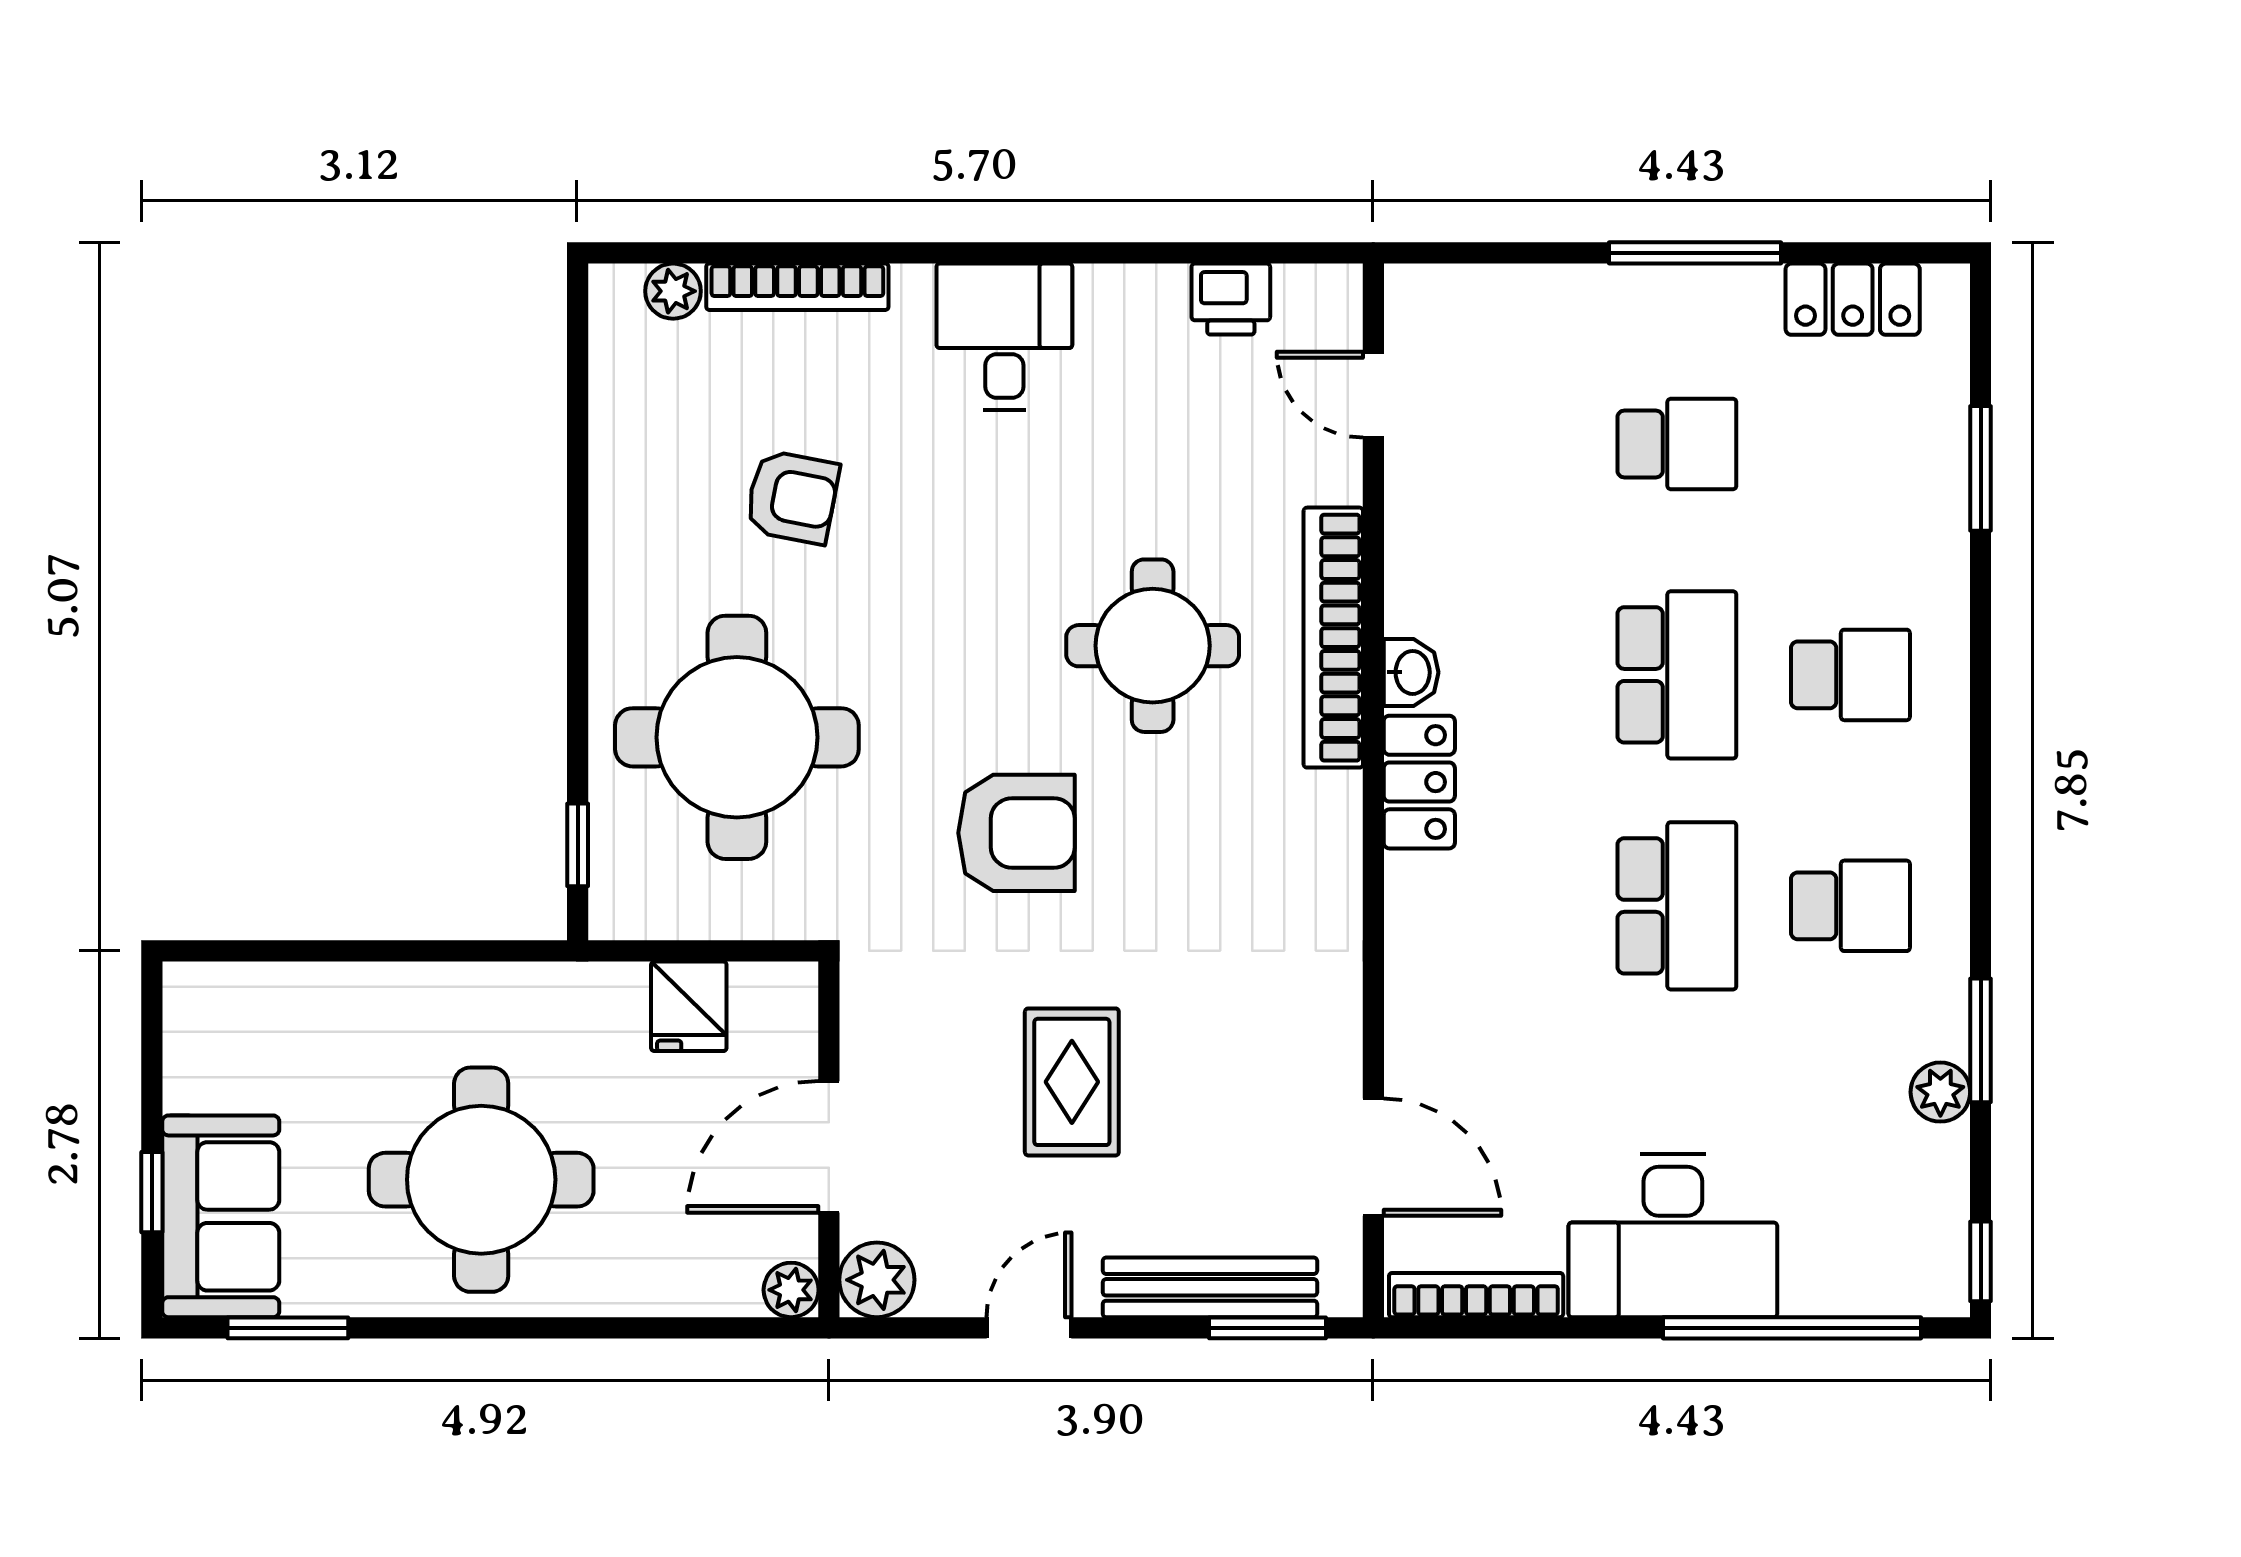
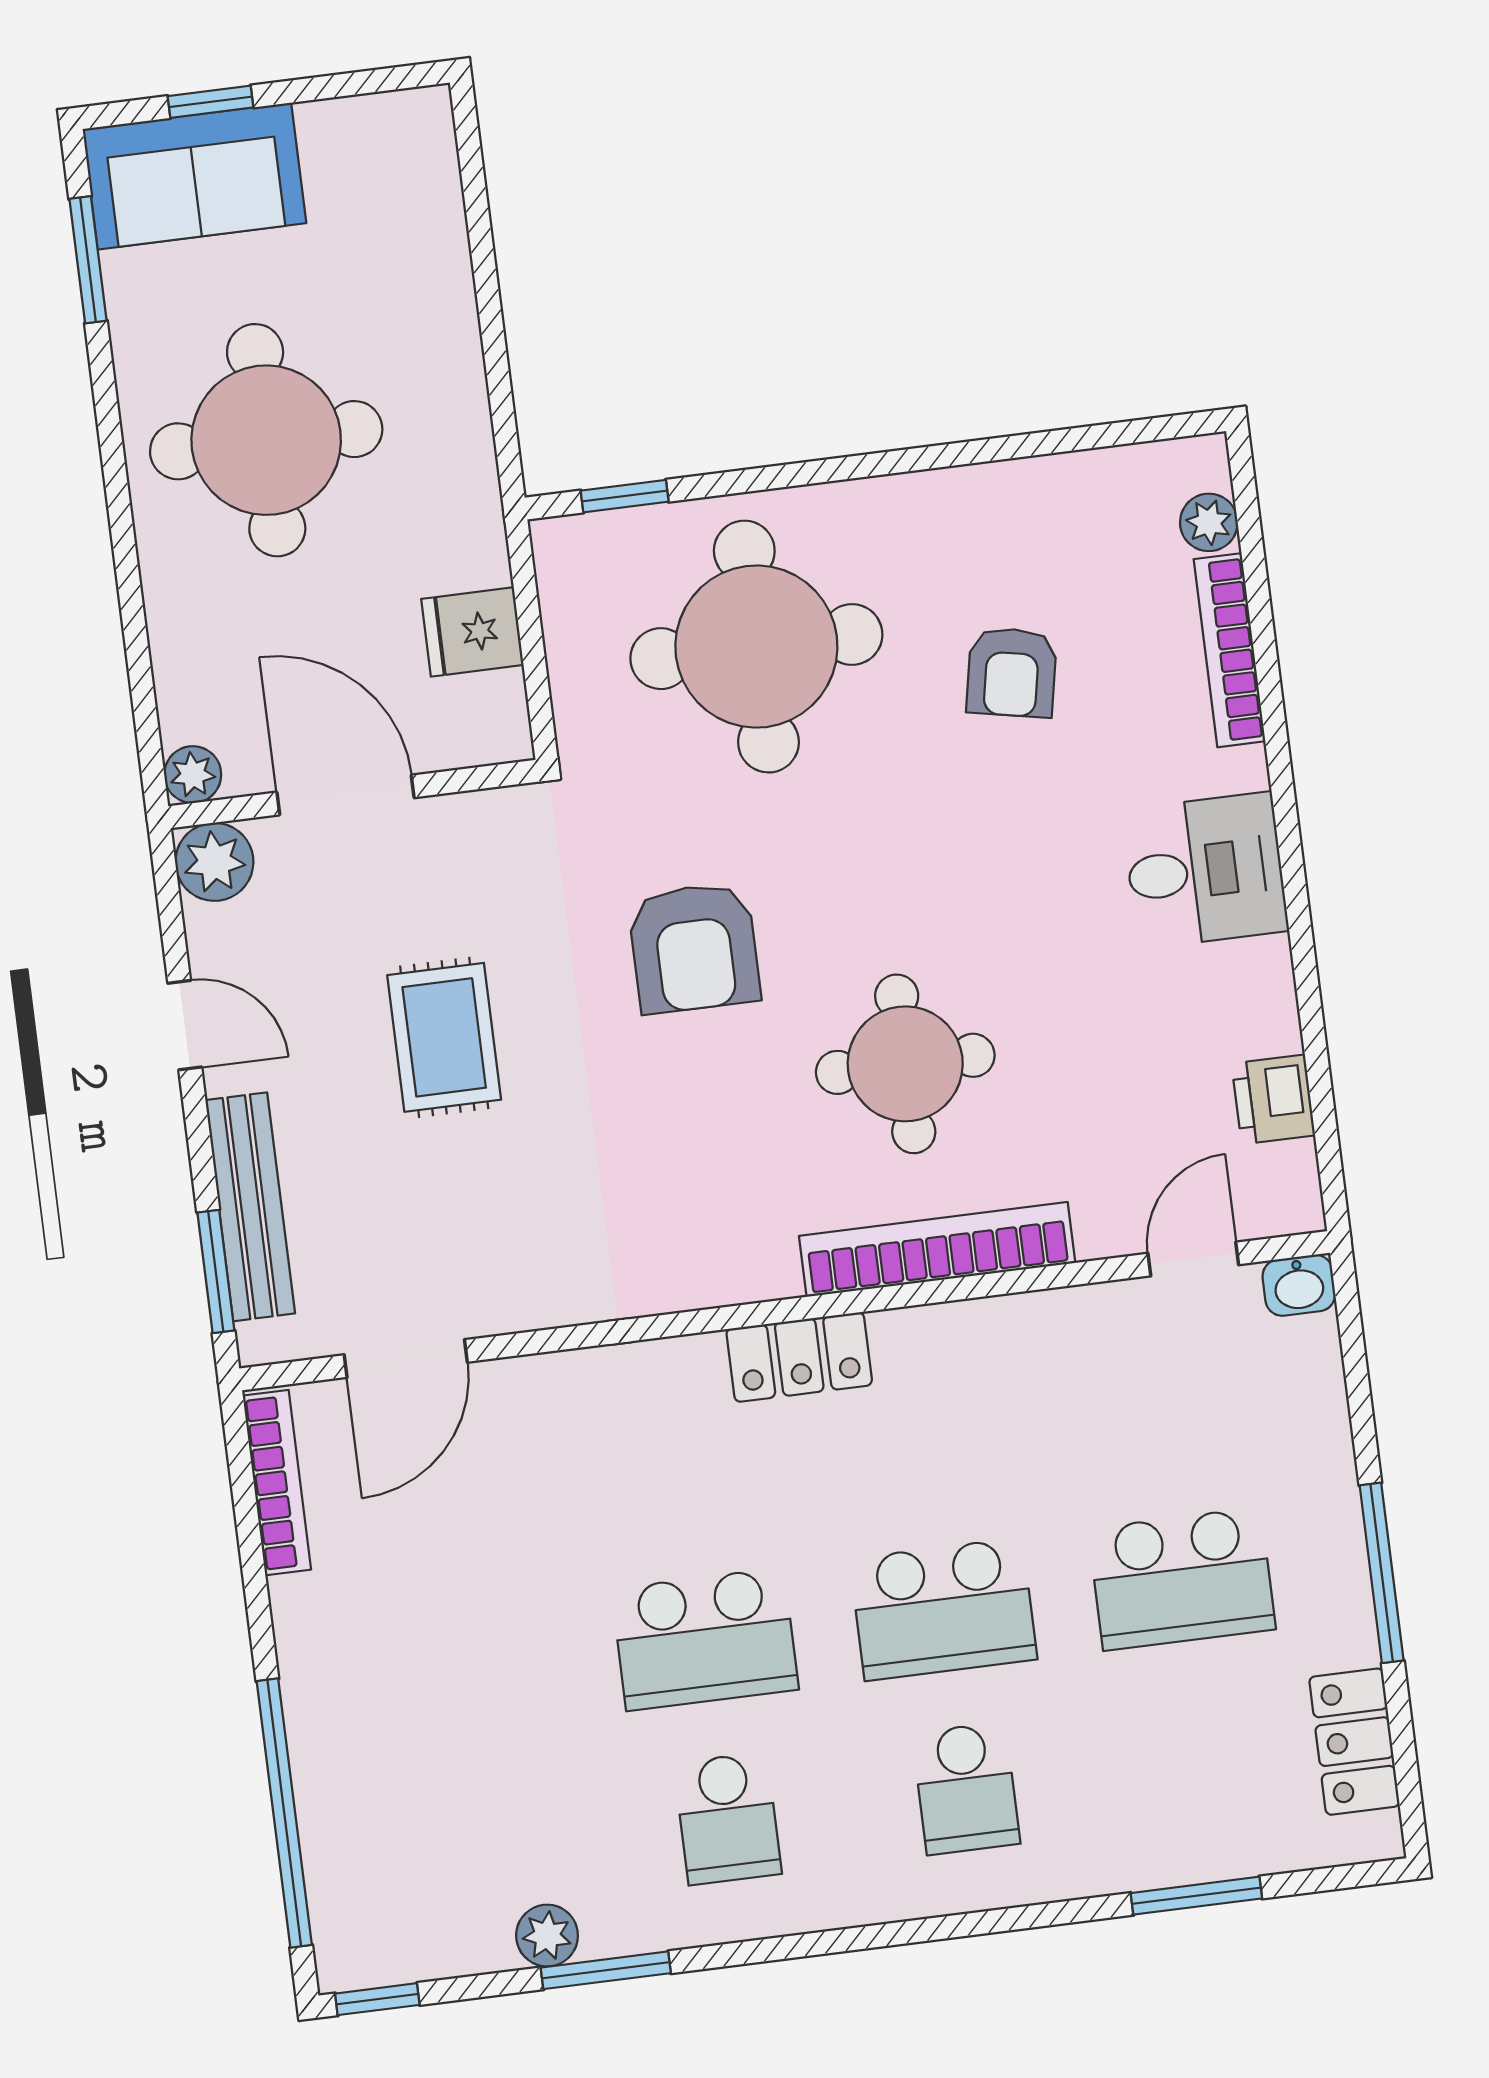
school desk: (1677, 444) -> (1182, 1579), width x1.85
washbasin: (1411, 672) -> (1299, 1285), moved
rug: (1072, 1082) -> (444, 1037), turned 90
desk: (1673, 1235) -> (364, 1678), removed

